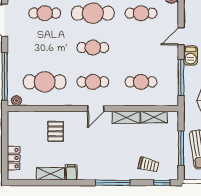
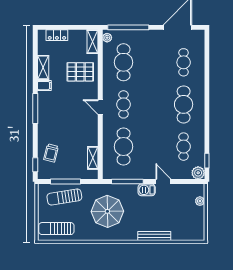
cafe table: (93, 48) -> (154, 104), removed
cafe table: (141, 82) -> (124, 147), width x1.37, depth x1.35
shelving: (126, 117) -> (92, 42), moved
pallet: (56, 131) -> (80, 72), width x1.50, depth x1.42
window: (113, 183) -> (35, 109), moved

